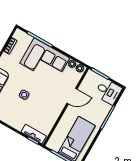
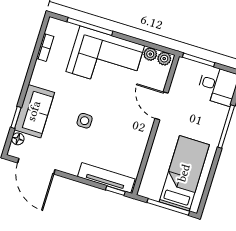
door: (72, 96) -> (162, 106), swing flipped
tv unit: (34, 134) -> (106, 178), width x1.41

